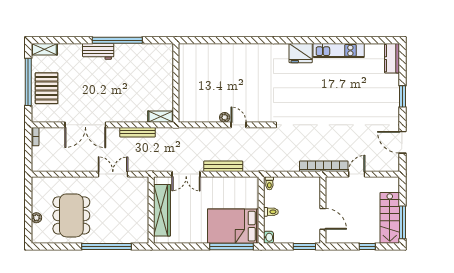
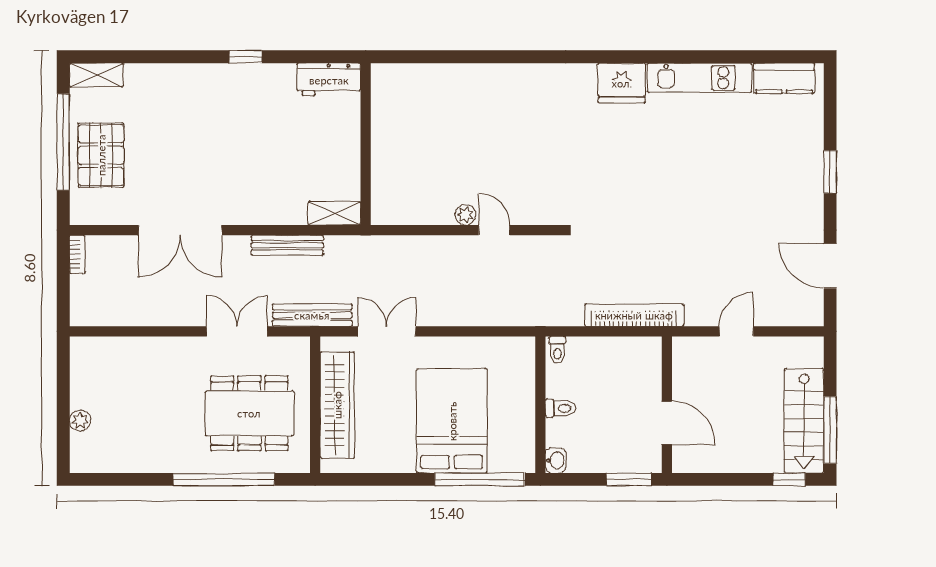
window: (117, 40) -> (246, 57), width x0.32
workbench: (98, 51) -> (329, 80), moved
kitchen counter: (392, 58) -> (784, 78), moved, turned -90
bench: (223, 166) -> (312, 315), moved
bookcase: (324, 166) -> (634, 315), moved
double door: (186, 174) -> (387, 331), swing flipped
dining table: (71, 215) -> (249, 413), moved, turned 90
bed: (233, 226) -> (452, 421), moved, turned 90
window: (367, 246) -> (789, 479), moved

